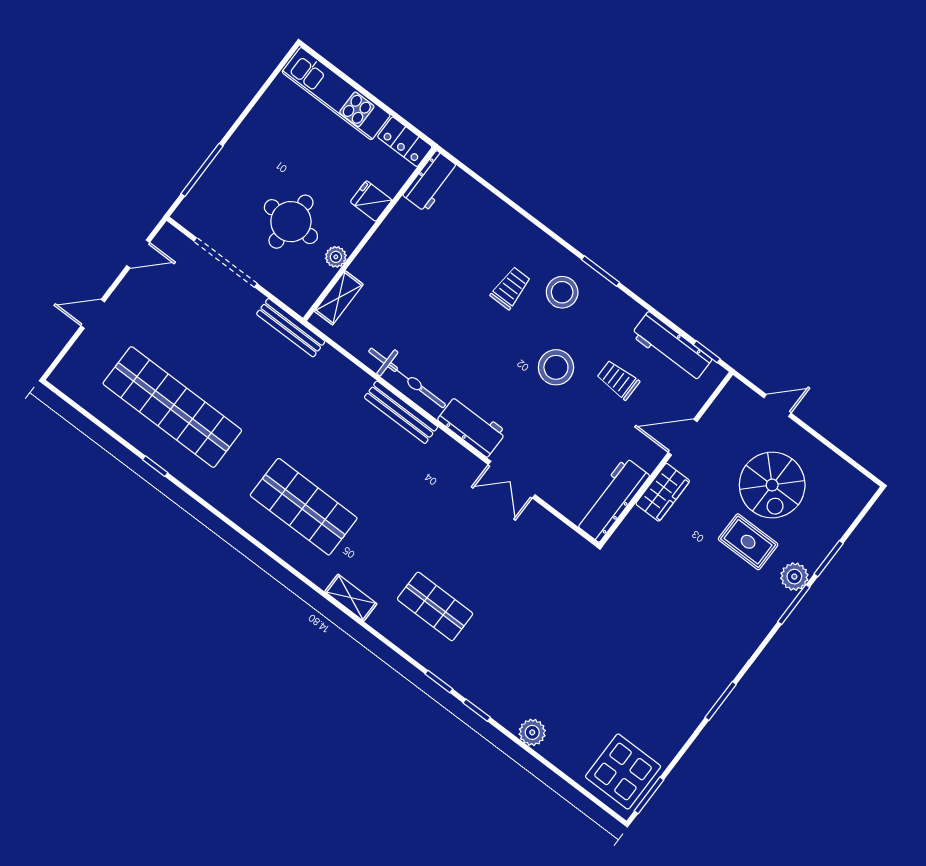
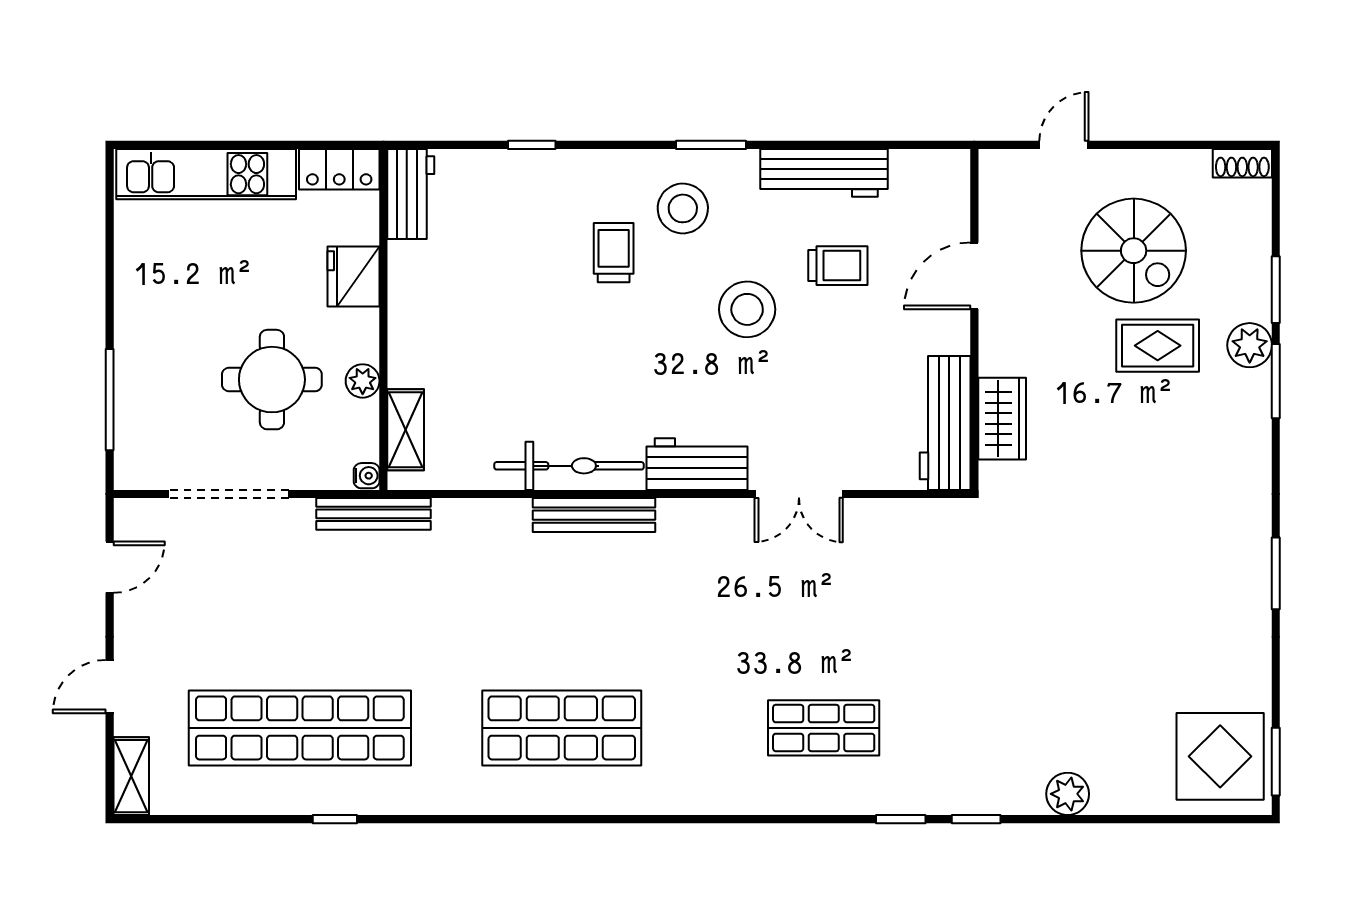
fridge: (371, 201) -> (354, 276), width x1.38
water cooler: (302, 306) -> (367, 476), added
workbench: (671, 347) -> (824, 173), moved
window: (707, 352) -> (532, 145), moved
trolley: (618, 380) -> (838, 266), turned 180
shoe rack: (860, 483) -> (1242, 163), added
wardrobe: (663, 492) -> (1002, 419), moved
shelving: (351, 598) -> (131, 776), moved, turned 90

